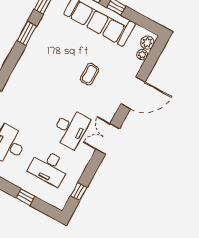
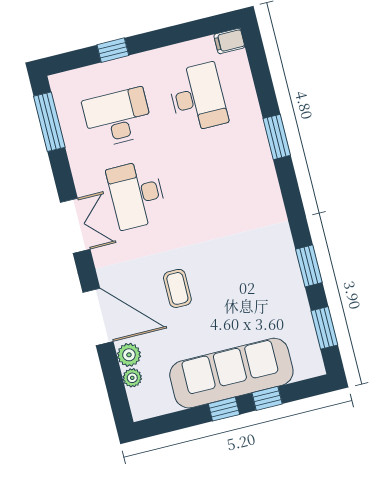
plant: (147, 43) -> (129, 355), moved
door: (133, 93) -> (98, 317), swing flipped
window: (79, 192) -> (49, 122), width x2.17

